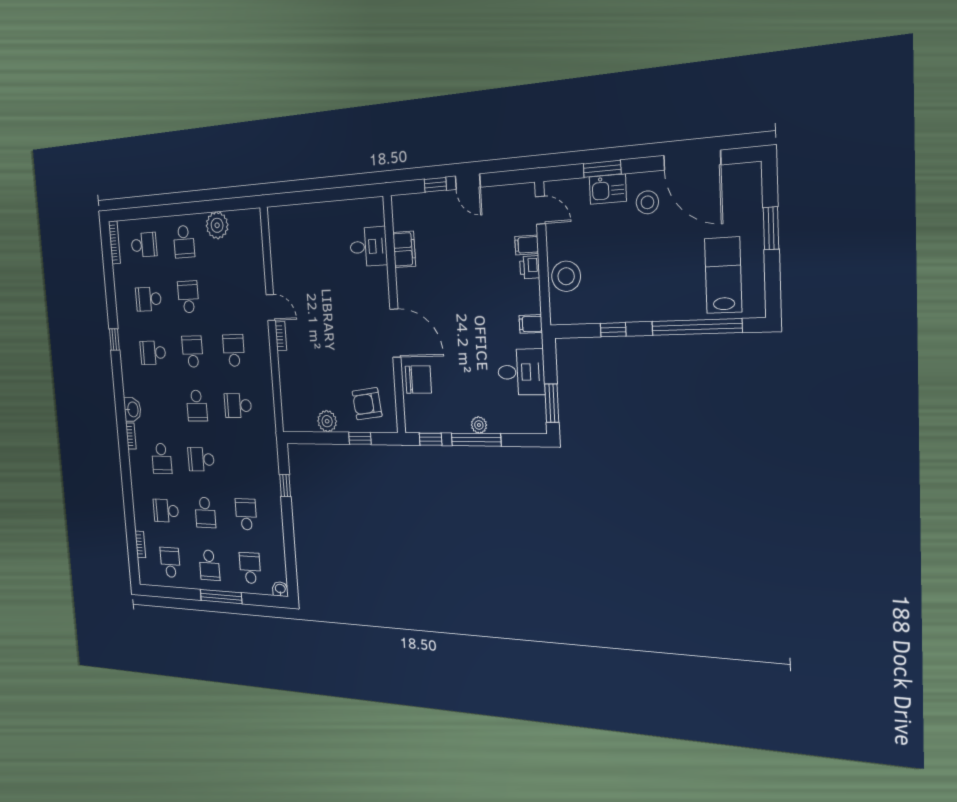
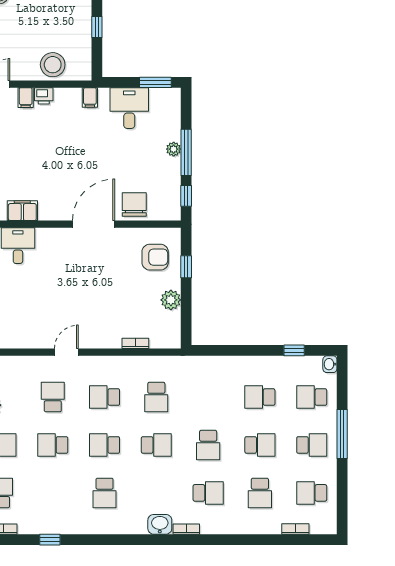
school desk: (148, 299) -> (53, 397), moved, turned 180
bookcase: (281, 336) -> (135, 343), moved
window: (114, 339) -> (50, 540), moved
armchair: (367, 404) -> (155, 257), turned -83
window: (285, 486) -> (294, 350), moved

